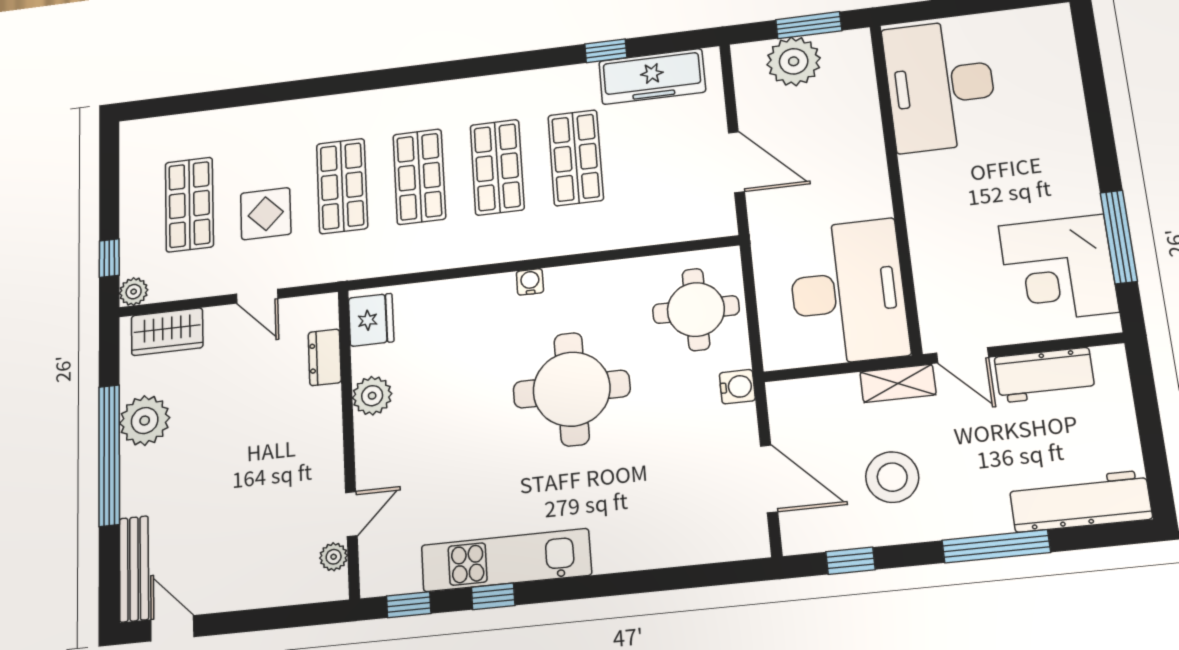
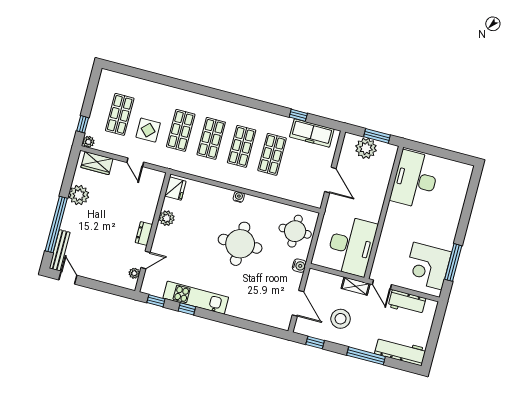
dresser: (325, 357) -> (144, 233), moved
window: (109, 455) -> (56, 224), moved

